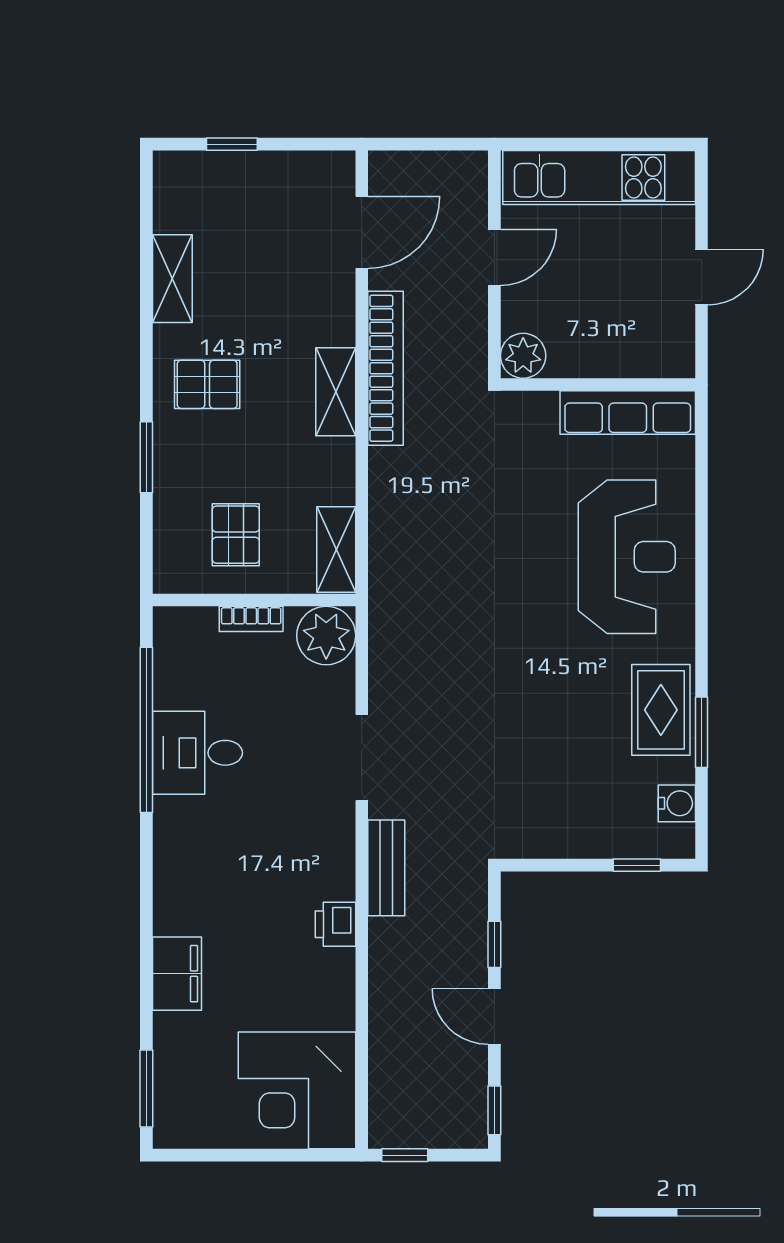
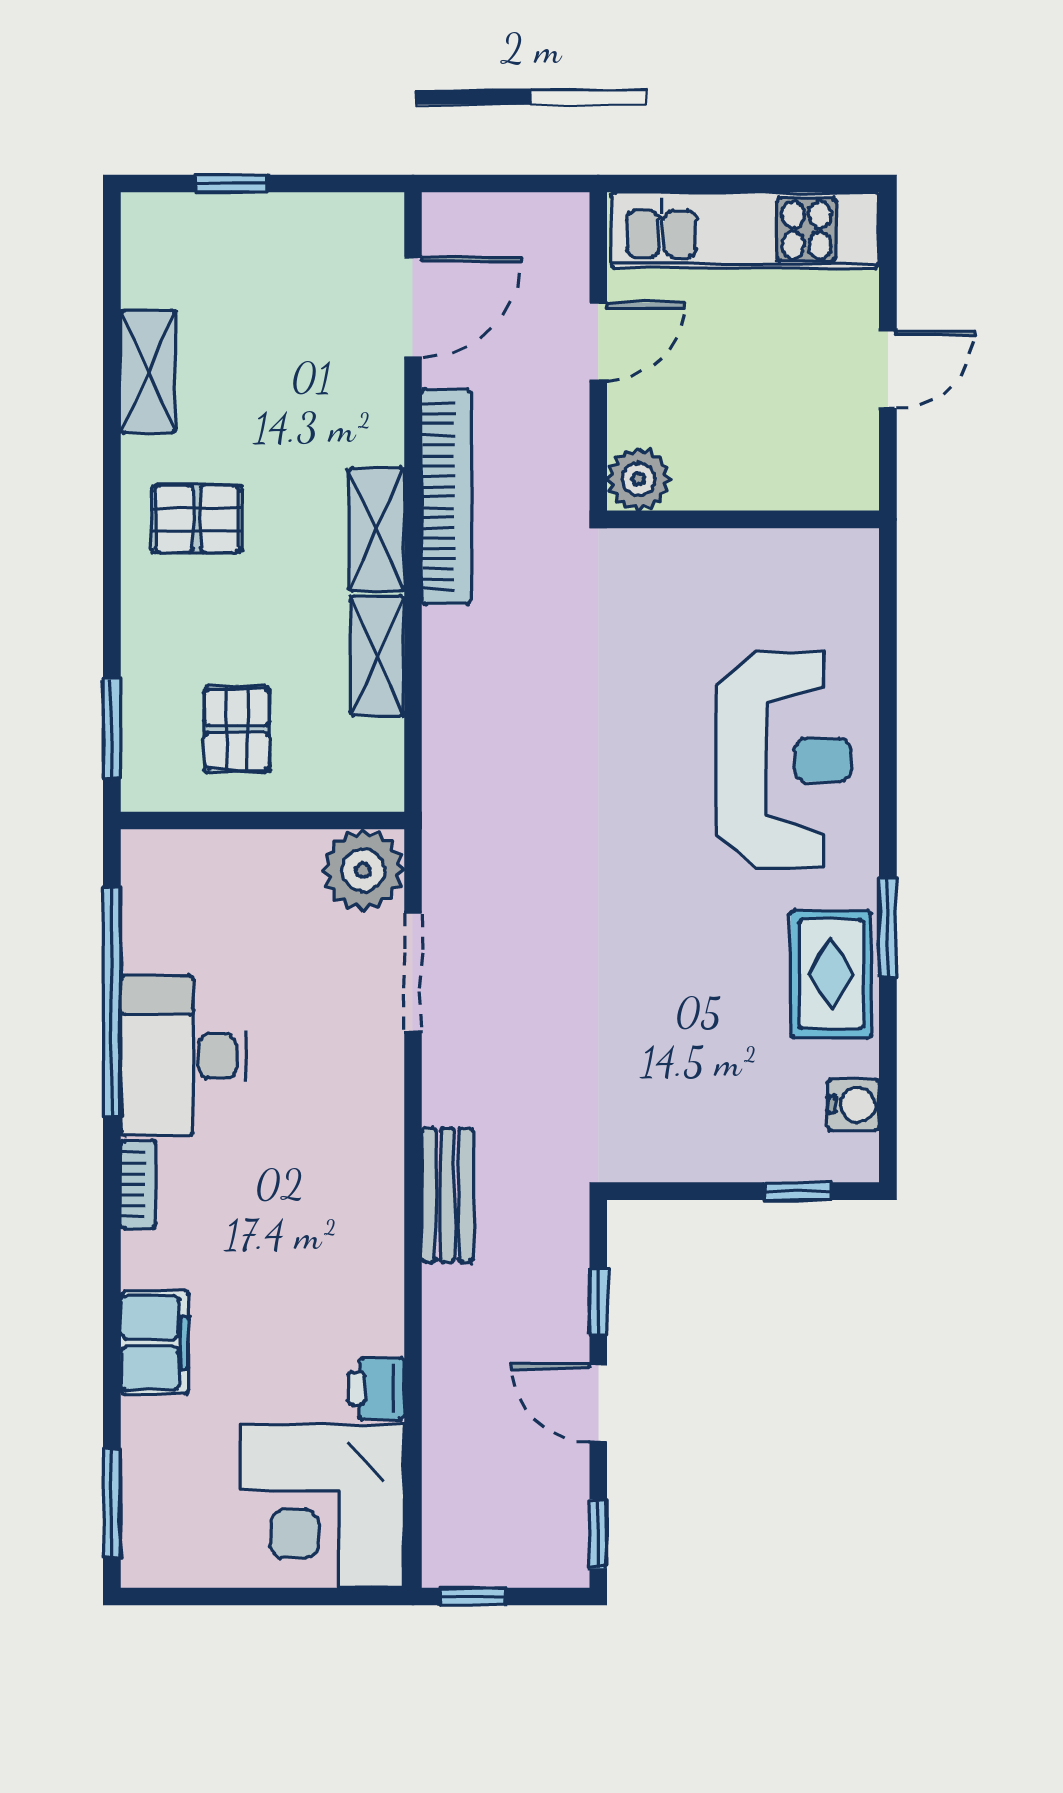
row of seats: (628, 413) -> (785, 559), removed
window: (146, 457) -> (112, 728), moved
shelving: (336, 550) -> (377, 656), moved
bookcase: (251, 619) -> (138, 1184), moved, turned -90
window: (702, 732) -> (888, 927), moved
desk: (197, 753) -> (183, 1056), width x1.37
doorway: (362, 758) -> (413, 973), moved
printer: (335, 924) -> (376, 1389), moved

